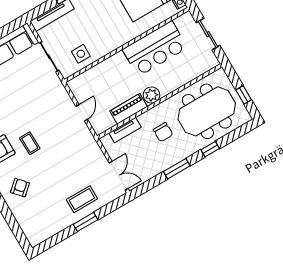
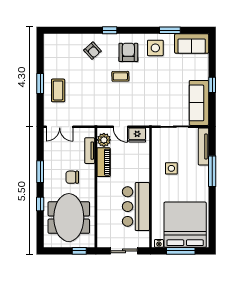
side table: (81, 54) -> (171, 168), moved
fridge: (80, 90) -> (137, 135), added
plant: (152, 95) -> (104, 140), moved
window: (244, 95) -> (79, 251), moved

